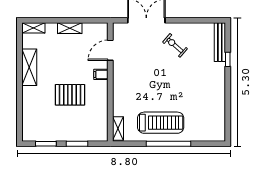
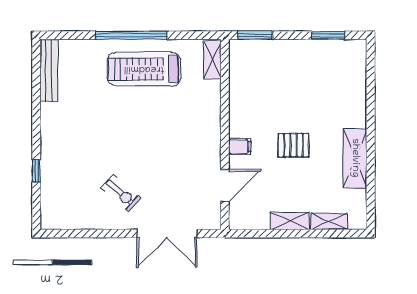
shelving: (33, 28) -> (329, 221), moved
bench: (220, 42) -> (49, 70), moved
pallet: (70, 95) -> (293, 145), moved, width x0.67, depth x0.71
window: (77, 144) -> (255, 35), moved

